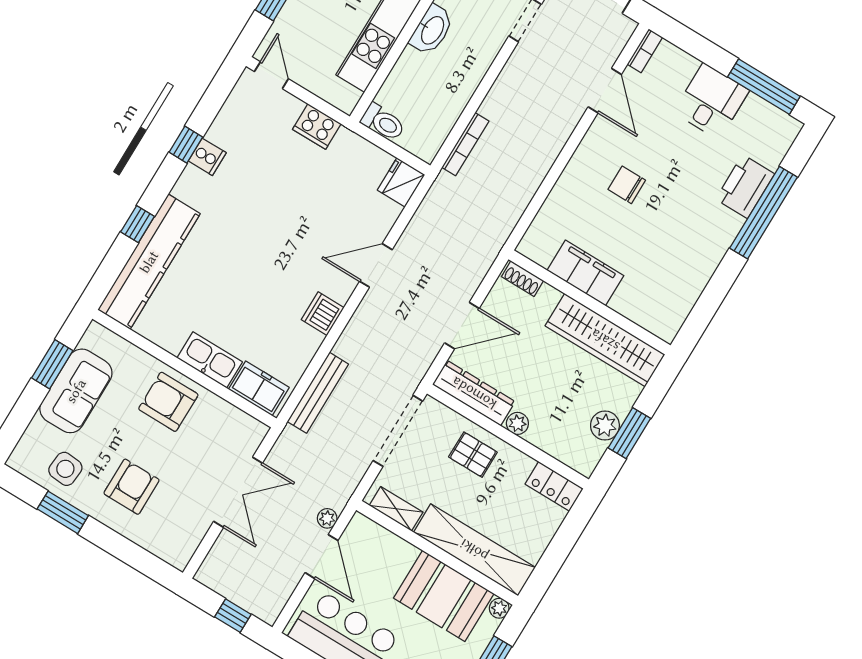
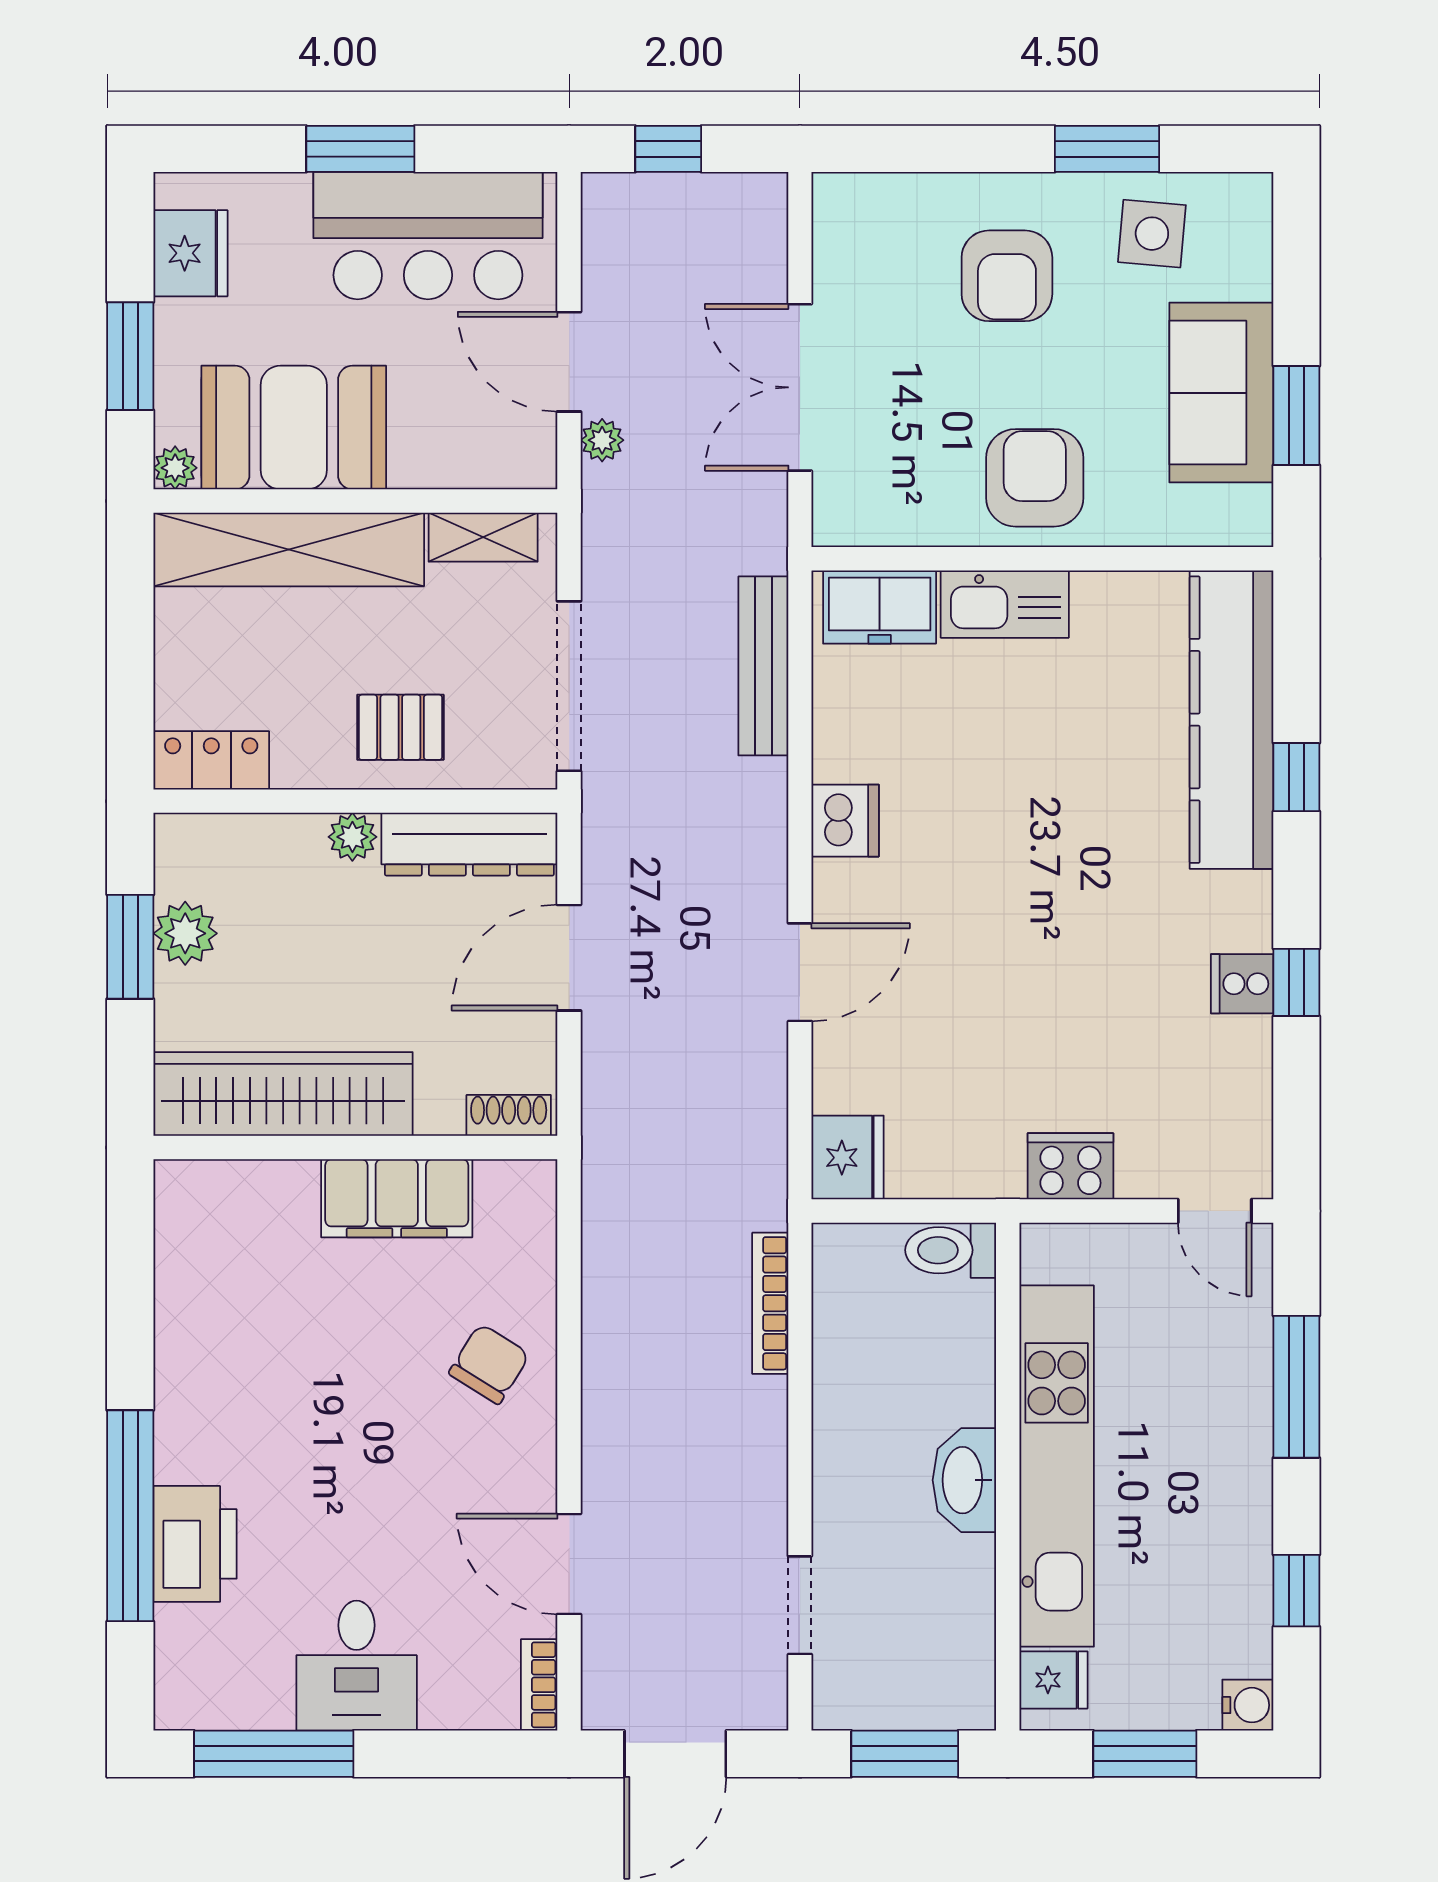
chair: (627, 185) -> (489, 1364), moved, turned -58
armchair: (168, 402) -> (1035, 478), turned -90

